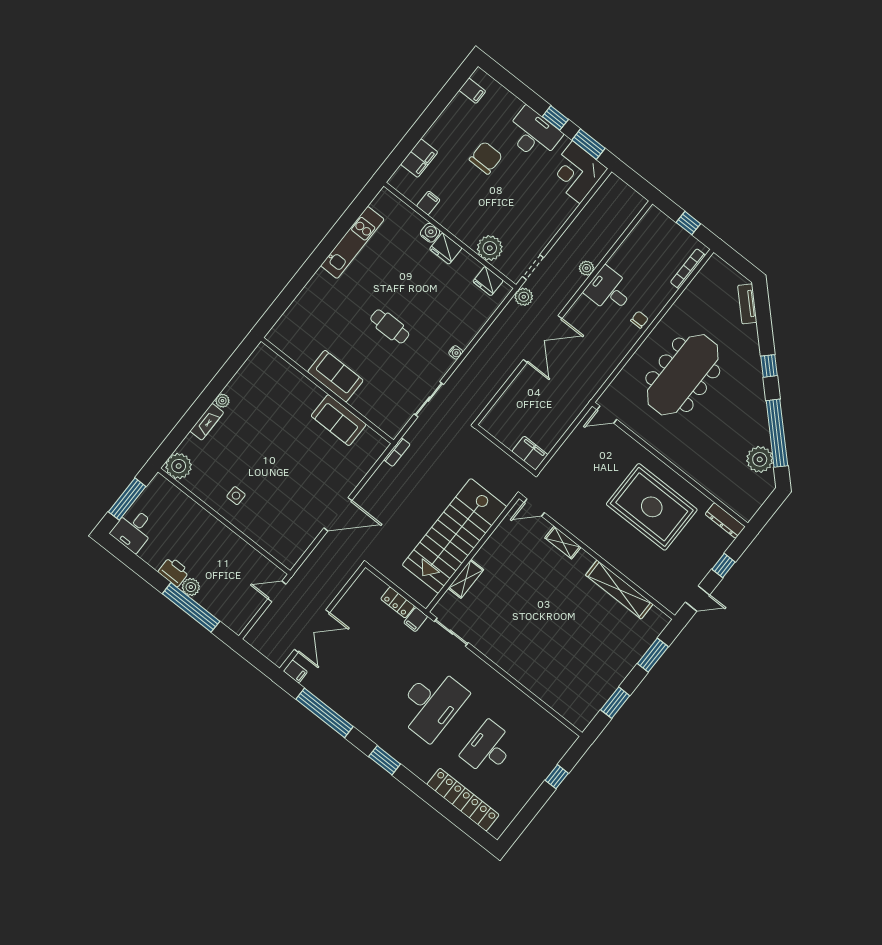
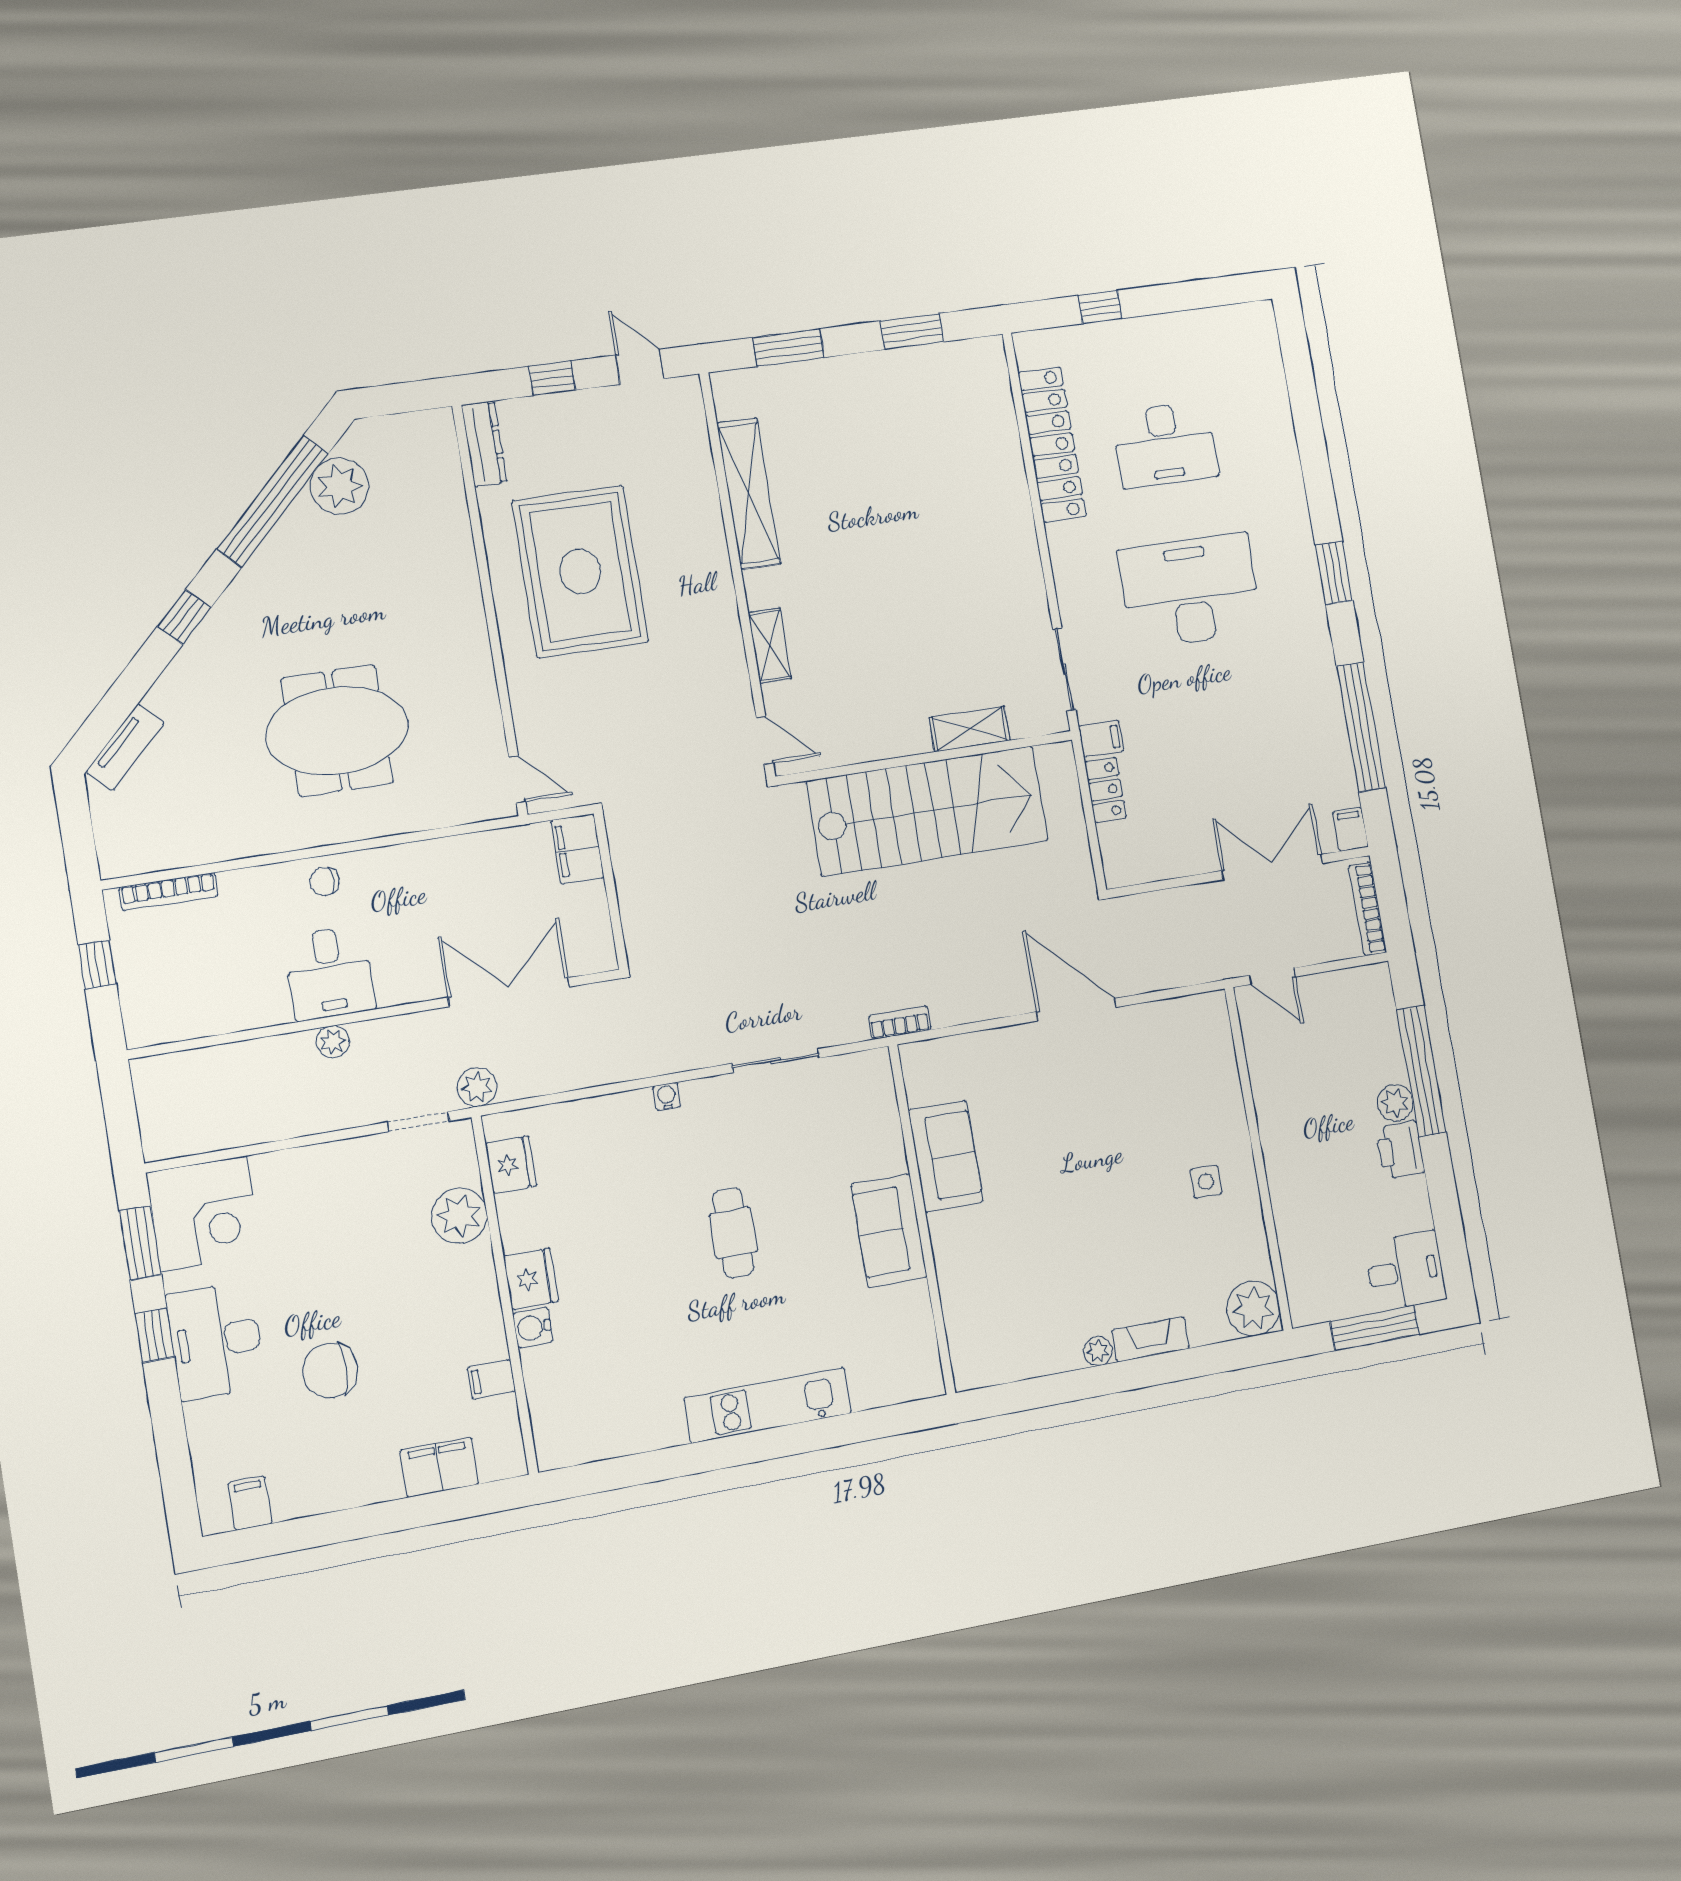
kitchen unit: (352, 242) -> (768, 1405), moved
meeting table: (683, 375) -> (337, 731), width x0.73
wall: (505, 449) -> (611, 891), moved
filing cabinet: (530, 453) -> (577, 849), moved
bookcase: (263, 648) -> (1368, 909), added
locker: (463, 800) -> (1052, 445), moved, turned 180

